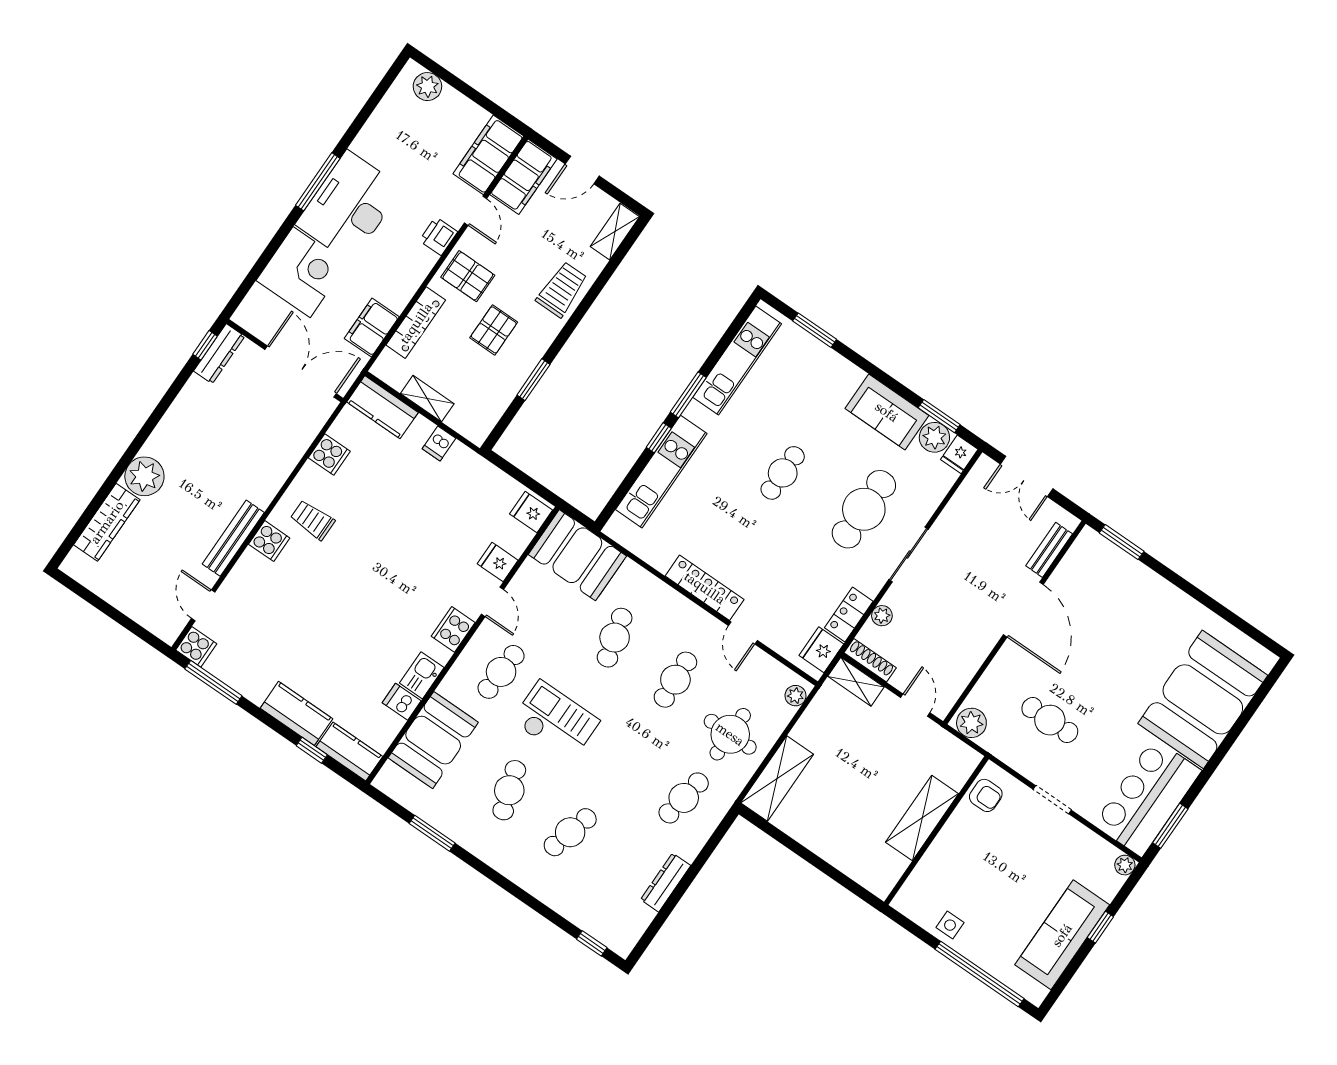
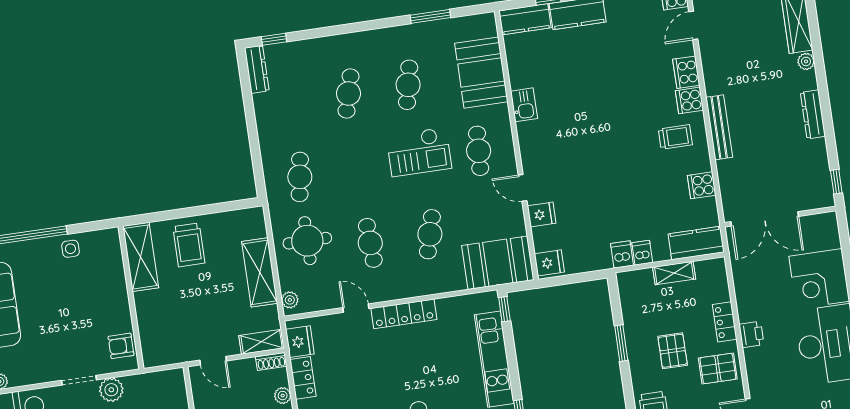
printer: (438, 236) -> (751, 334), moved
locker: (416, 323) -> (725, 322), width x0.66
filing cabinet: (372, 328) -> (747, 285), removed
dresser: (219, 354) -> (813, 114), moved
window: (659, 438) -> (504, 309), moved
plant: (144, 476) -> (806, 61), width x0.53, depth x0.53
bench: (233, 538) -> (719, 127), moved
door: (203, 605) -> (693, 25), swing flipped
cooker: (453, 629) -> (686, 72), moved, turned 180
cafe table: (615, 638) -> (430, 234), turned 30
shoe rack: (870, 660) -> (271, 362), width x0.70
dishwasher: (402, 702) -> (622, 254), moved, turned -90
plant: (971, 723) -> (111, 390), moved
shelving: (777, 778) -> (260, 272), moved
cafe table: (509, 790) -> (408, 85), turned 30
shelving: (922, 818) -> (141, 257), moved
trolley: (840, 830) -> (189, 245), added
dresser: (666, 883) -> (257, 69), moved

